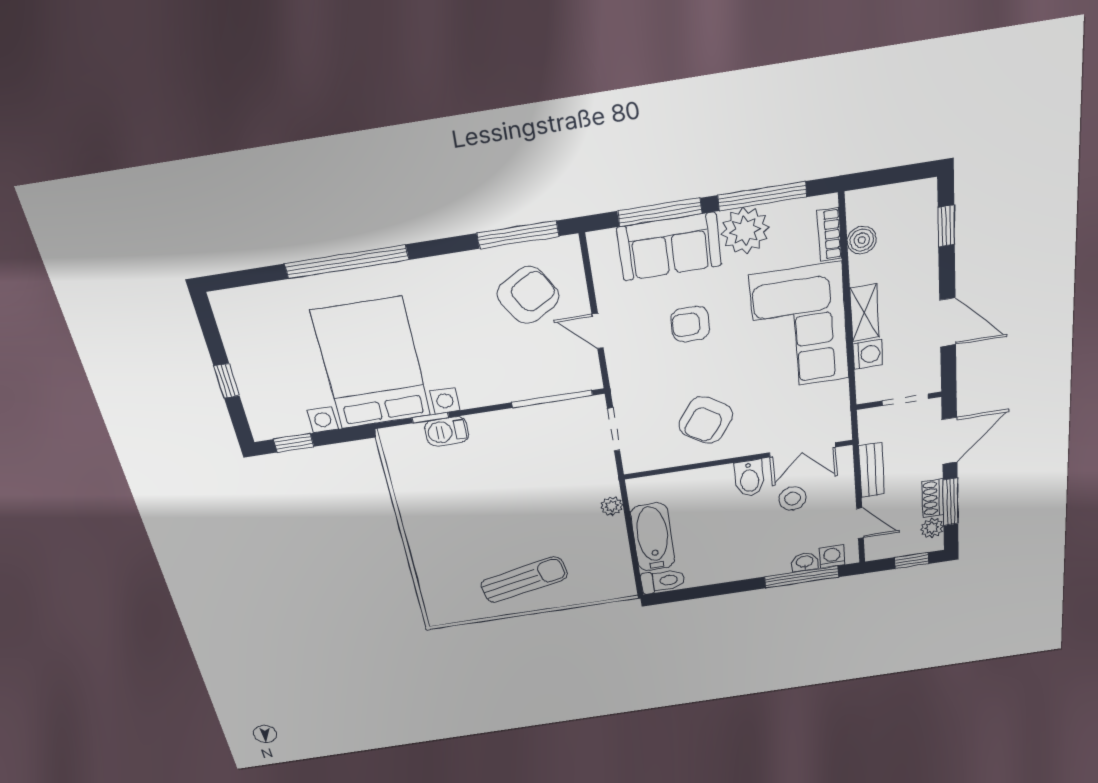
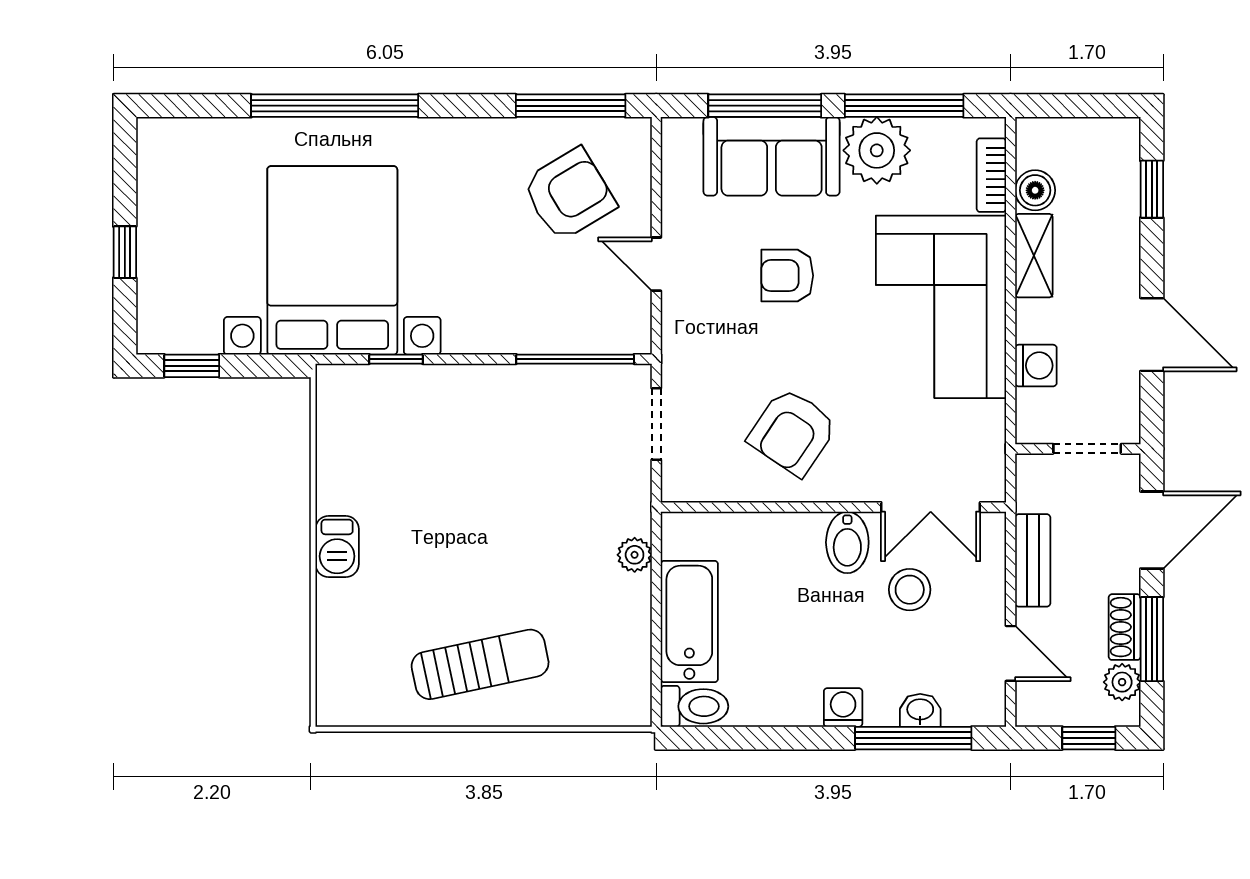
shelving: (864, 313) -> (1034, 256), moved
barbecue: (447, 431) -> (337, 546), moved, turned -90
washing machine: (832, 556) -> (843, 708), moved

